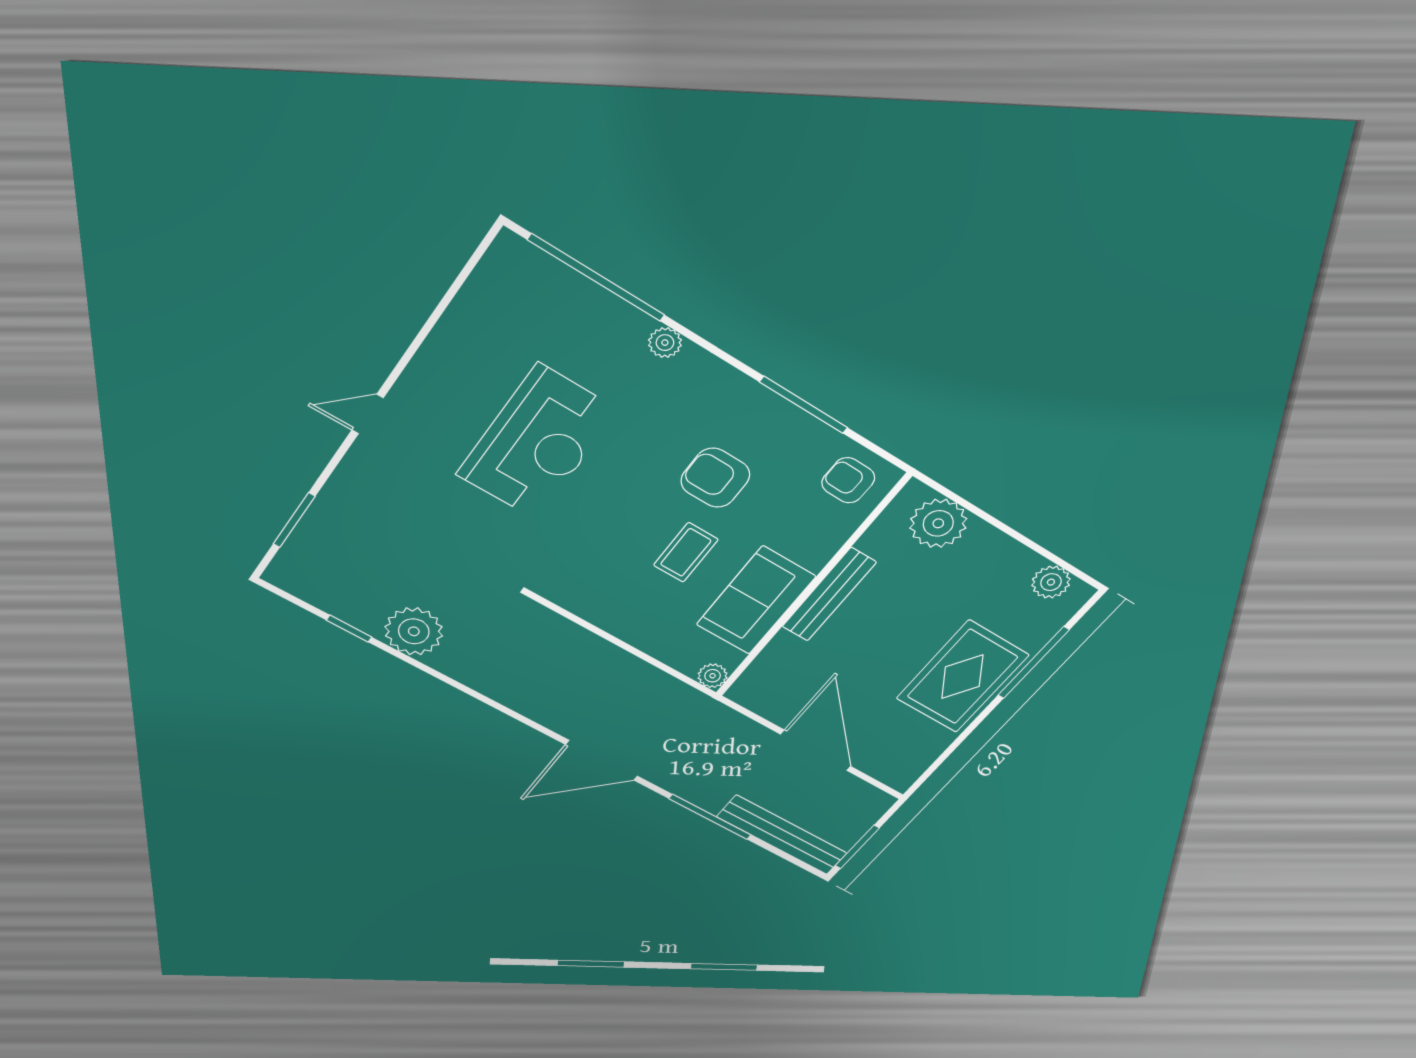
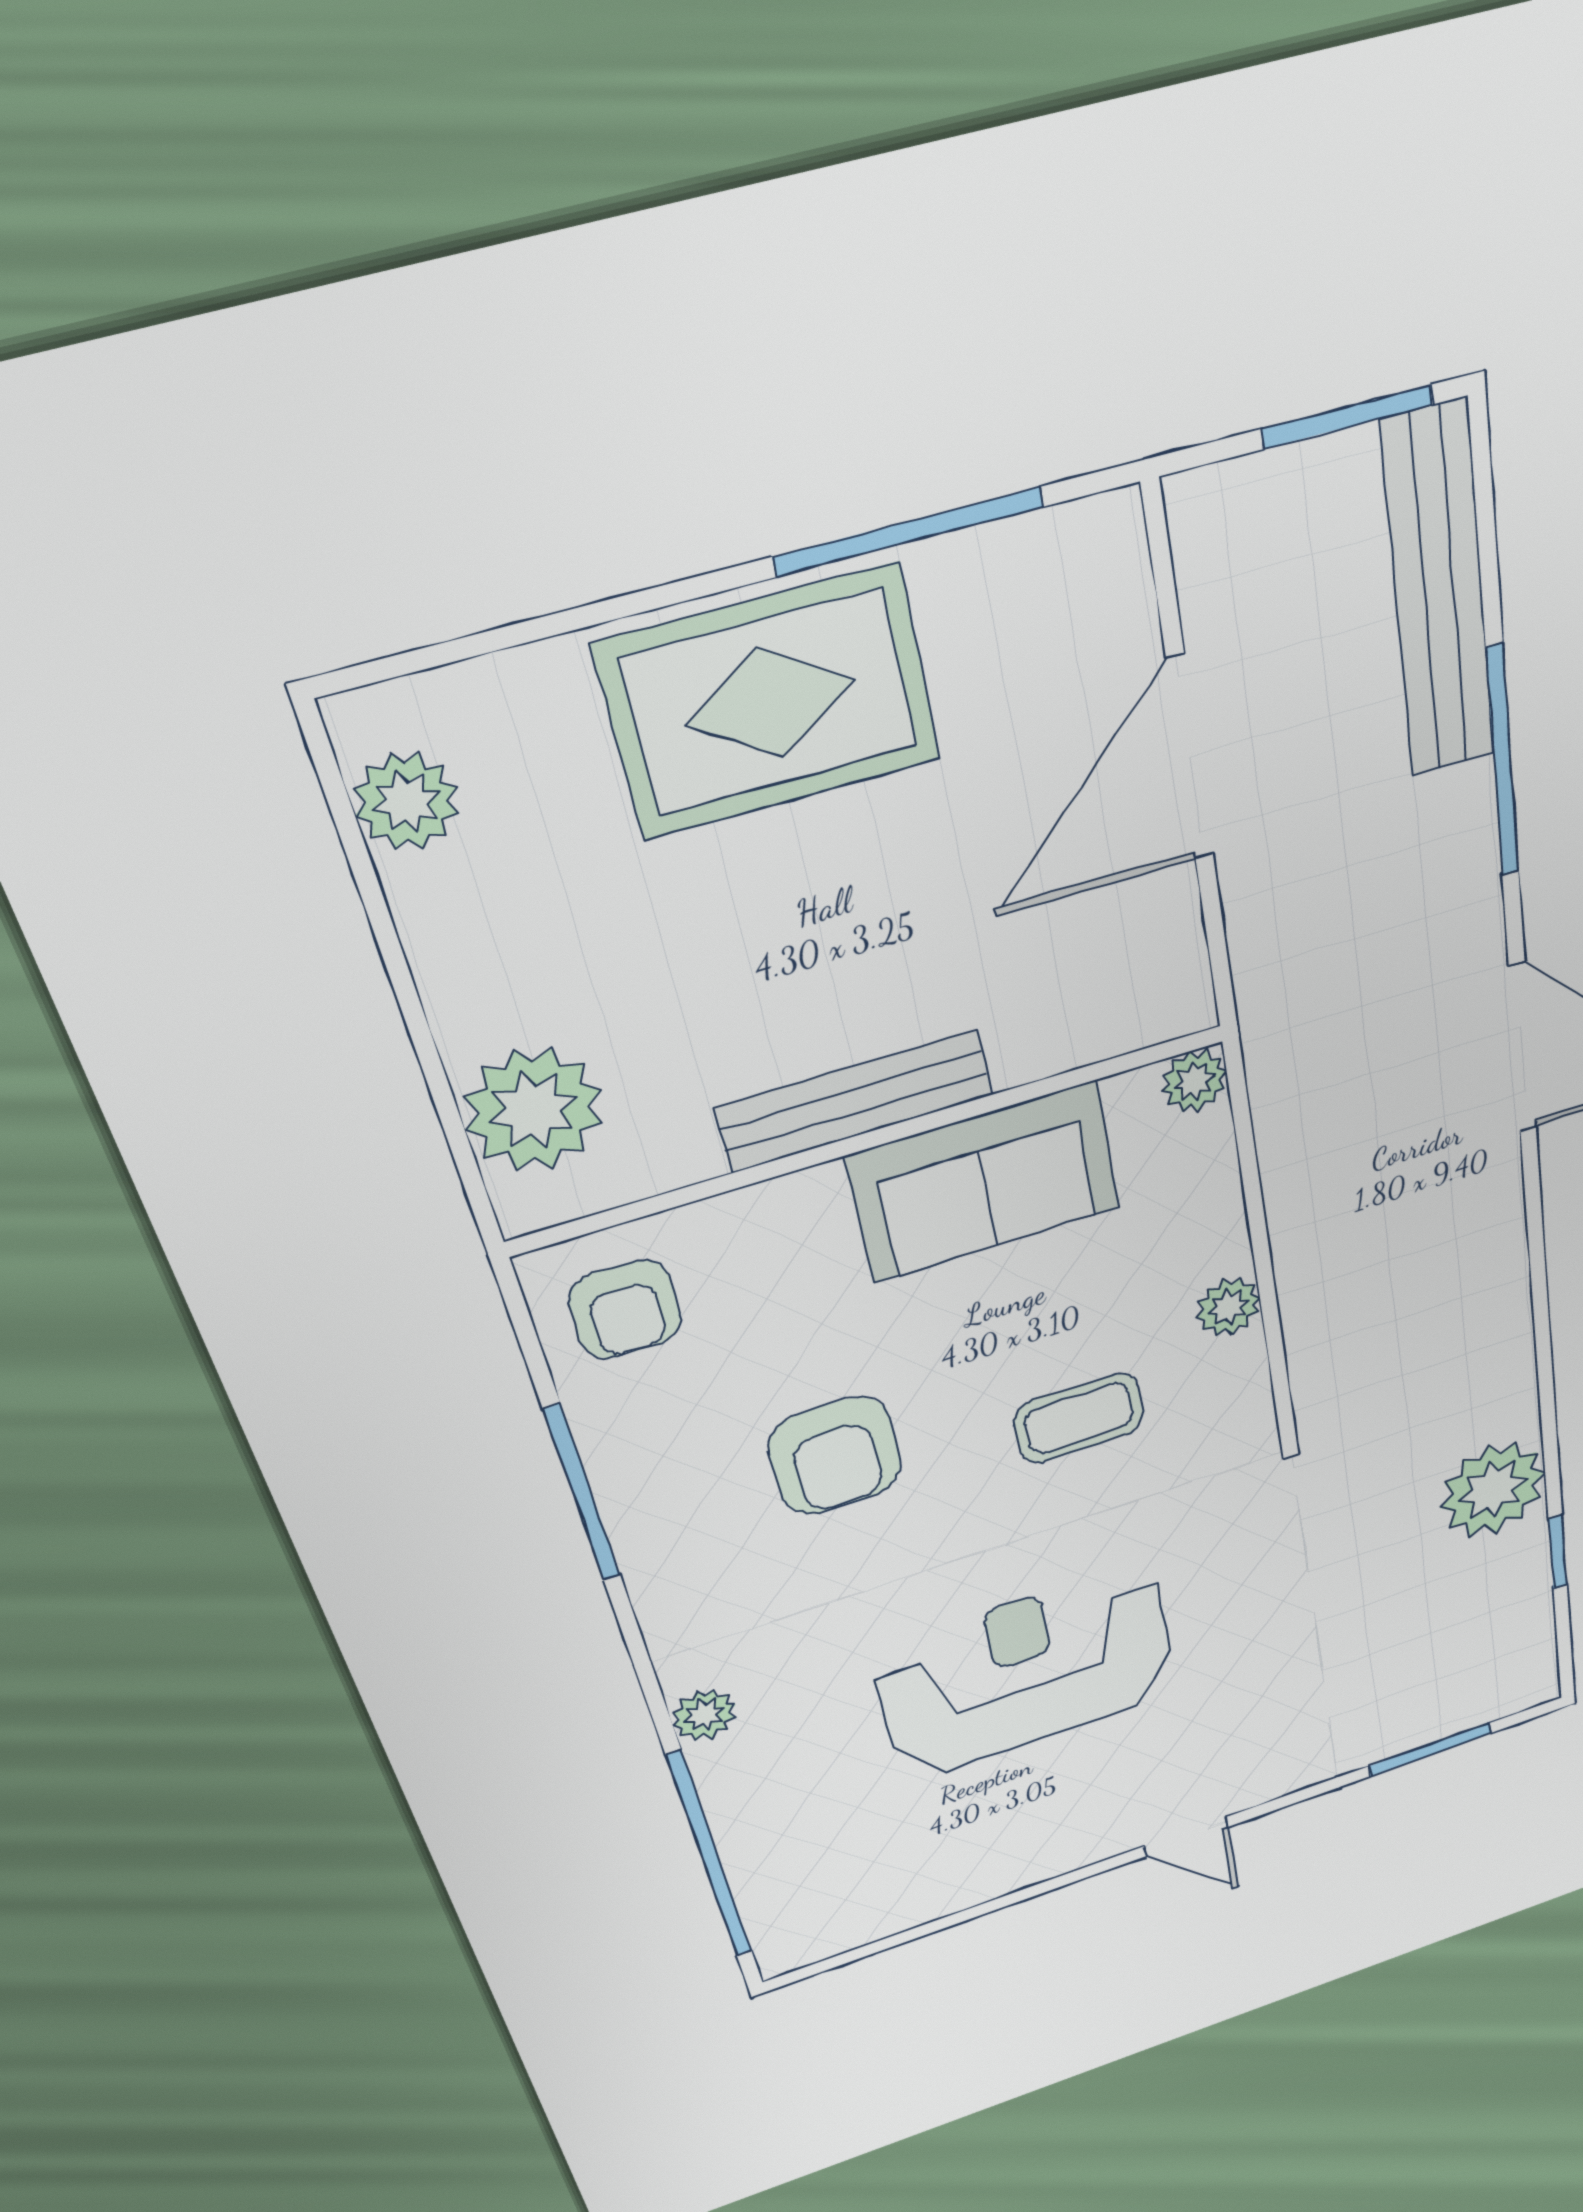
coffee table: (686, 552) -> (1079, 1418), moved
plant: (614, 621) -> (1228, 1307), added
window: (1033, 663) -> (909, 532), moved

